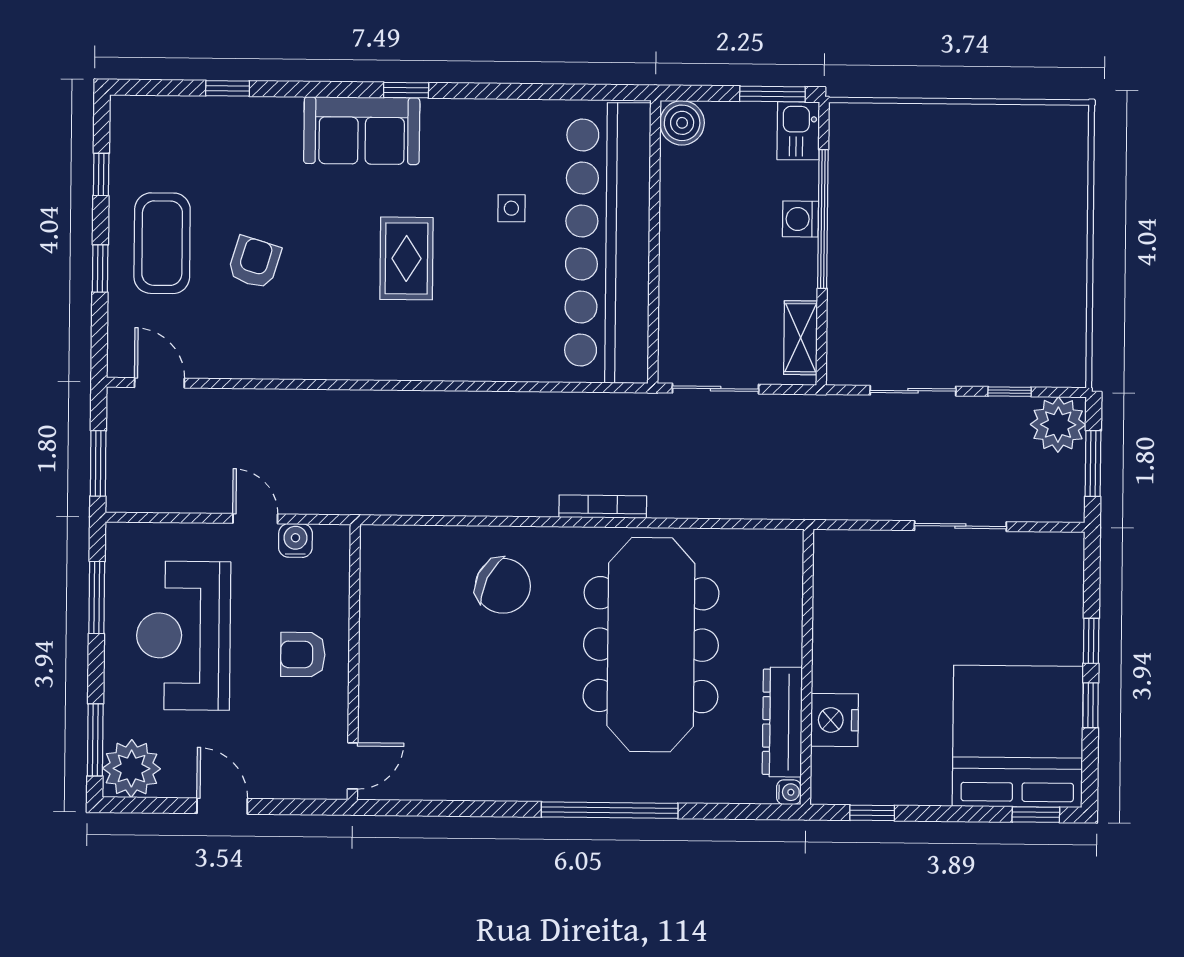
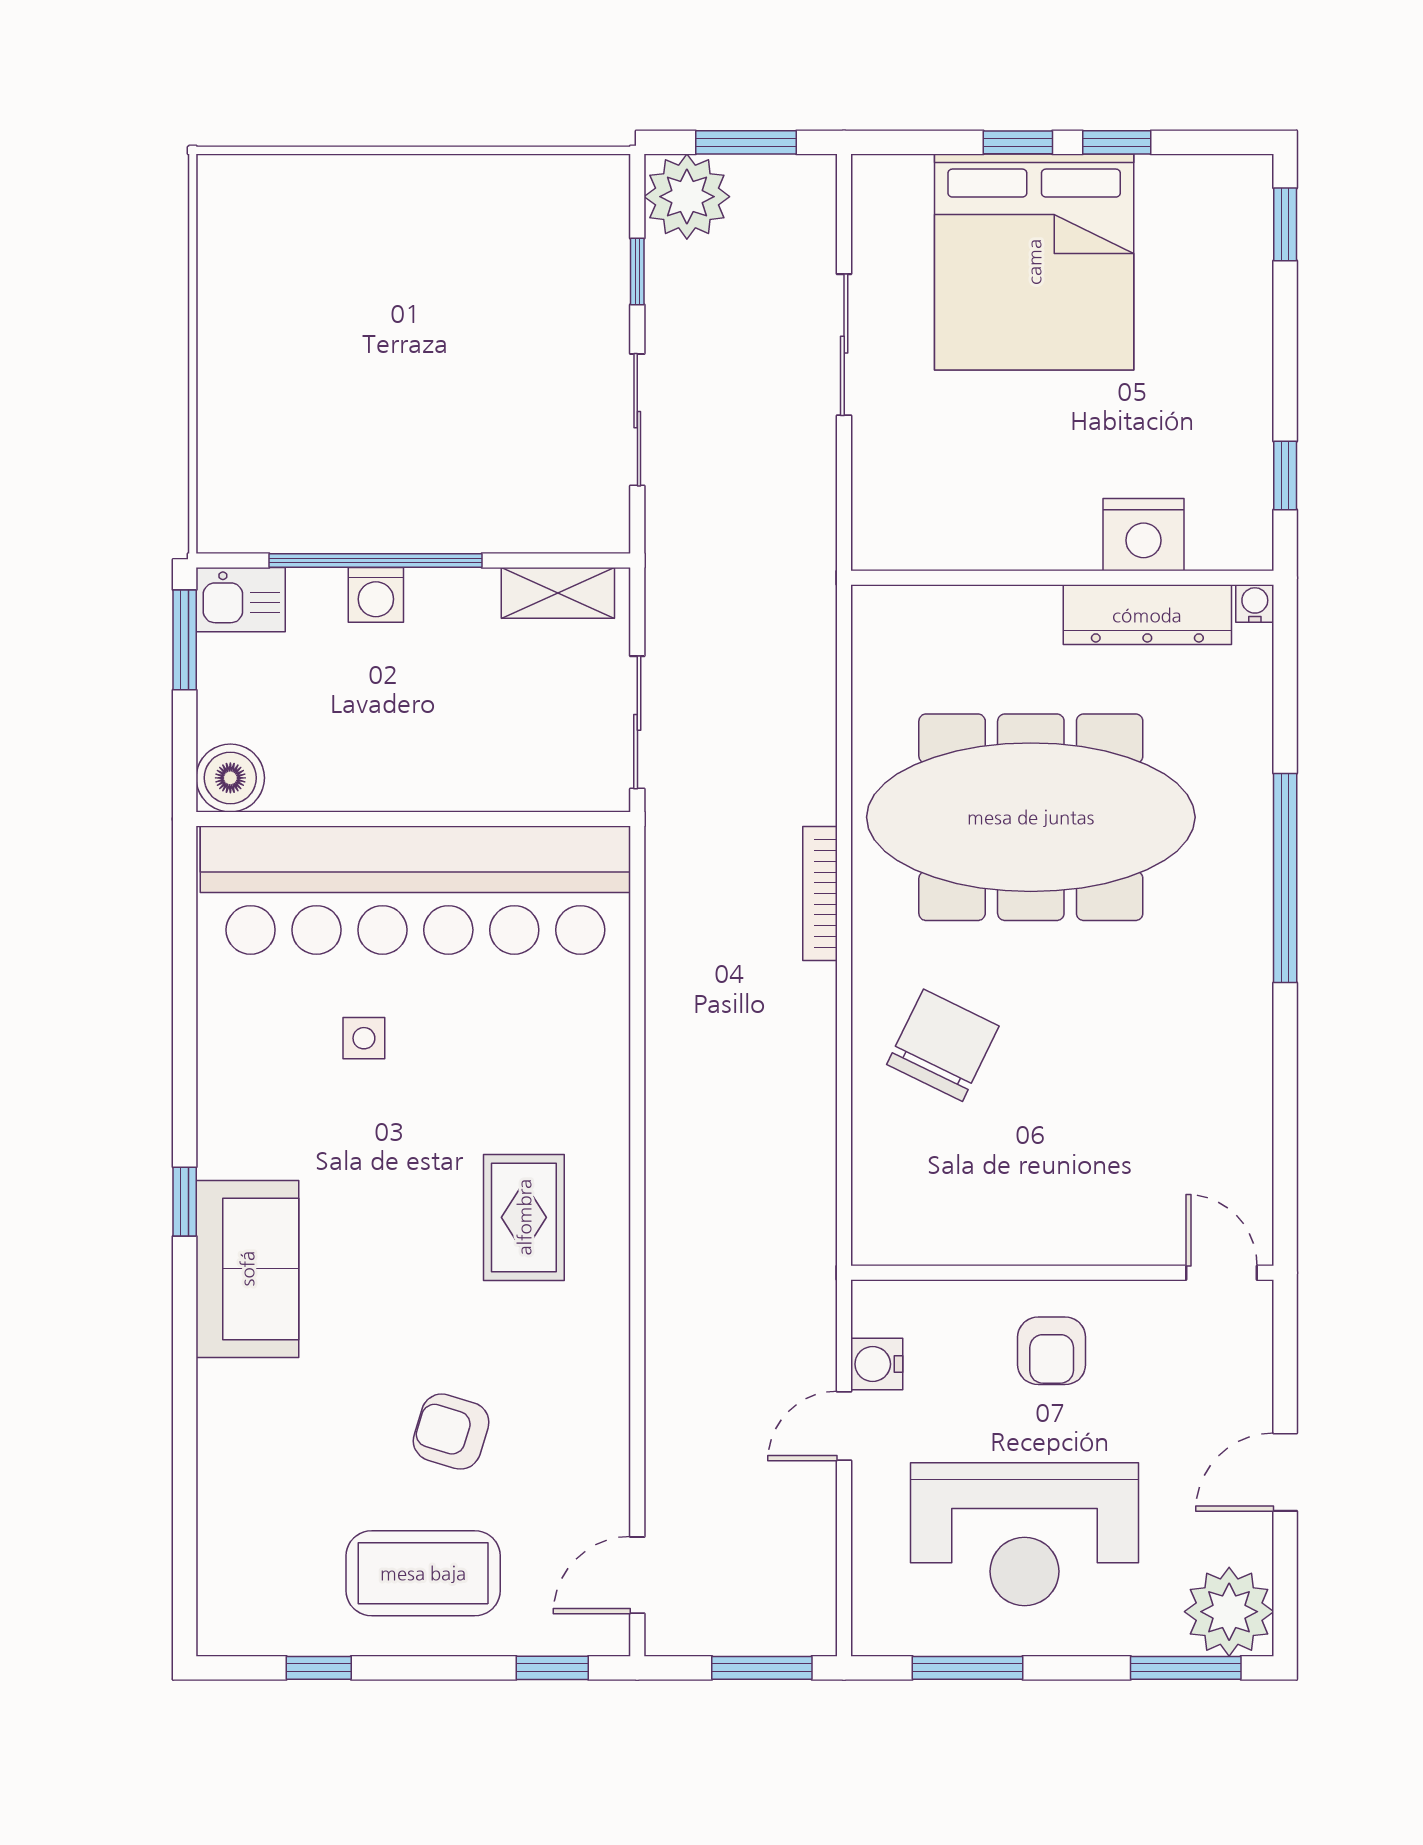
window: (228, 88) -> (185, 1475), removed
rug: (406, 258) -> (524, 1217), moved, turned 90
window: (100, 268) -> (552, 1668), moved
bed: (1018, 736) -> (1034, 262), moved, turned -90

